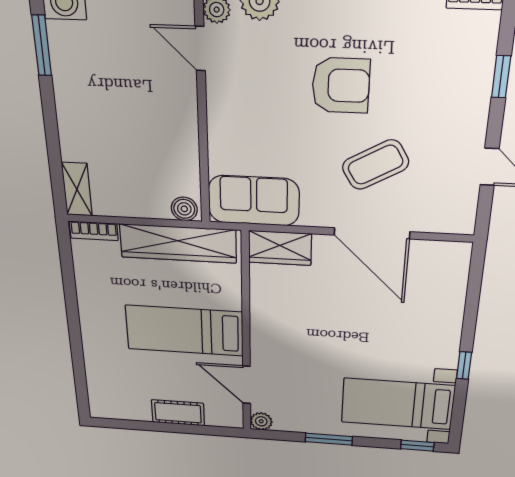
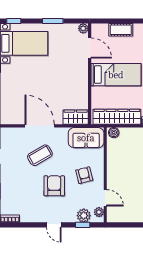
armchair: (341, 85) -> (54, 186), turned 90
armchair: (258, 110) -> (84, 175), added

